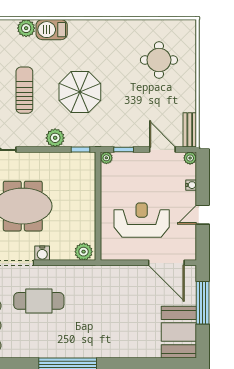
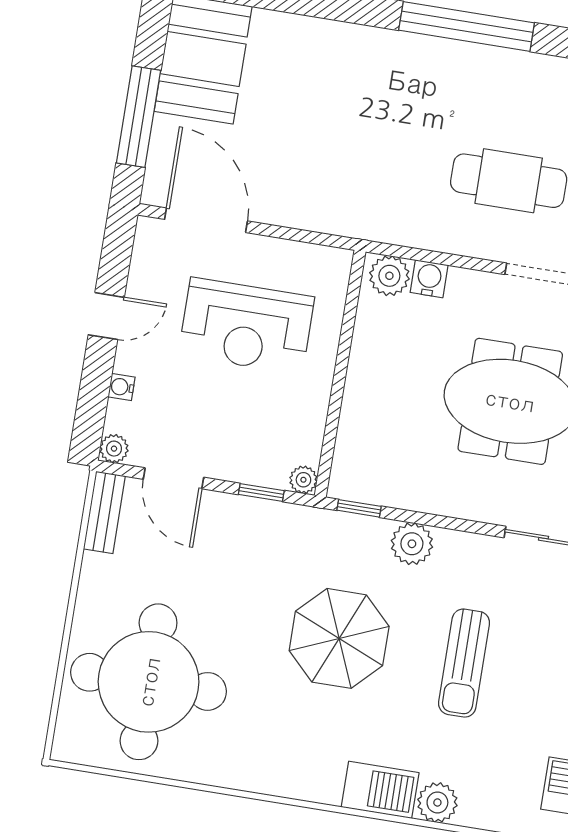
round table: (159, 60) -> (149, 682), width x1.86, depth x1.86
water cooler: (42, 253) -> (429, 279), moved

